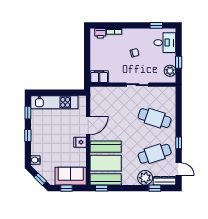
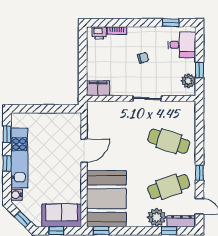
kitchen unit: (54, 102) -> (19, 158), moved, turned -90
fridge: (80, 142) -> (74, 172), removed

